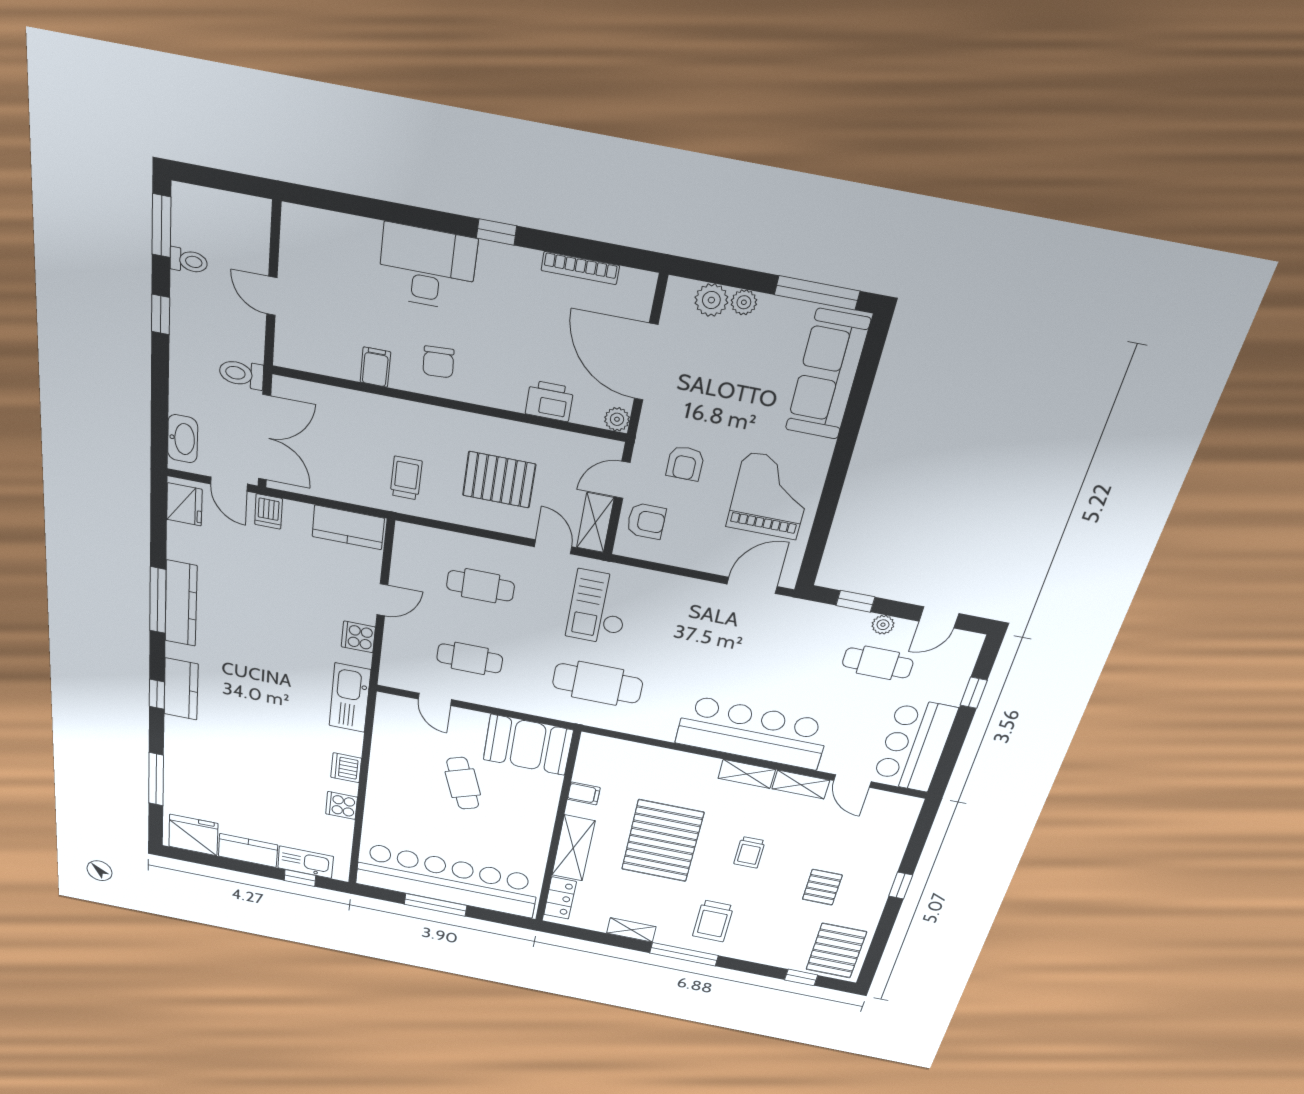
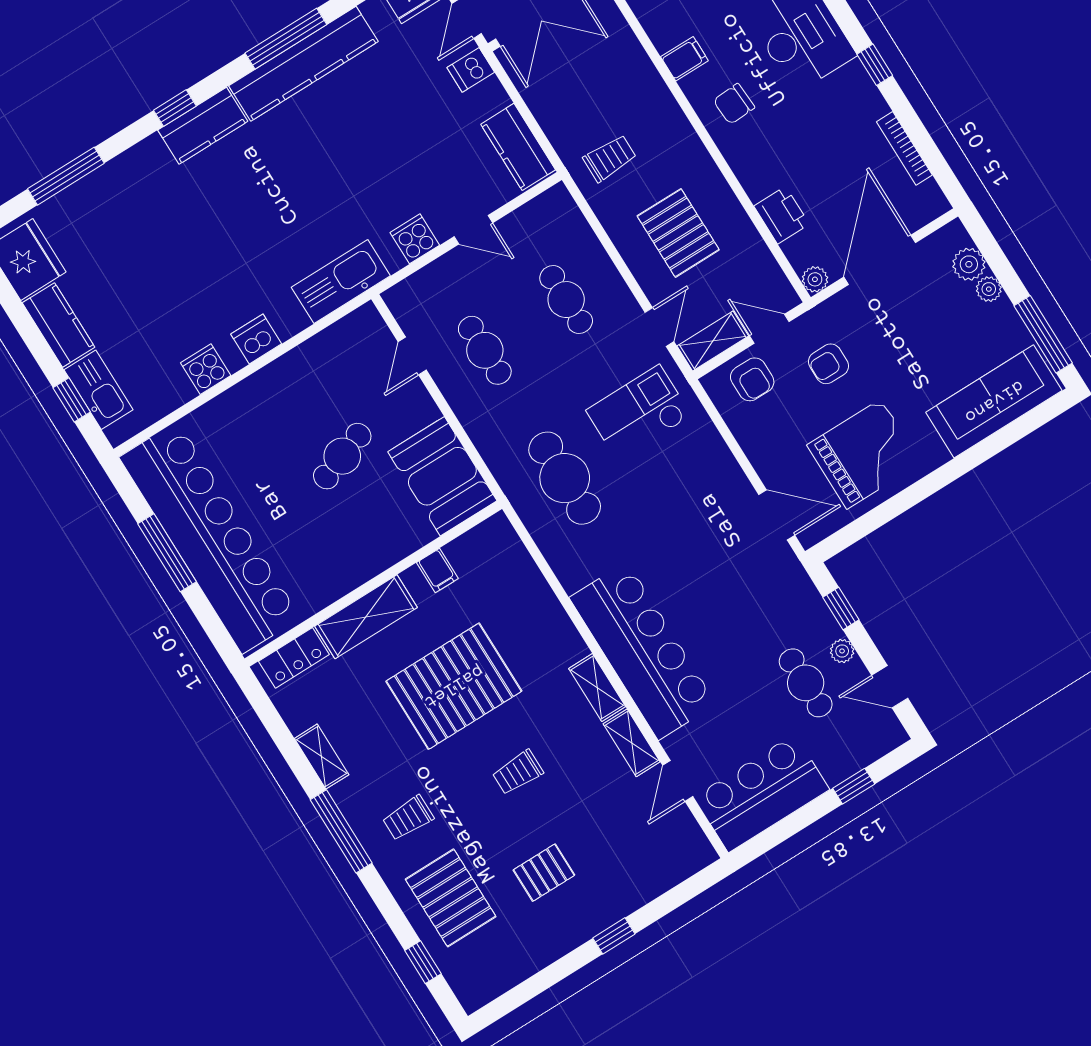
kitchen counter: (181, 604) -> (303, 64), width x1.39, depth x1.17
trolley: (713, 921) -> (408, 818), width x0.73, depth x0.72
pallet: (836, 951) -> (451, 898), moved, turned 90

